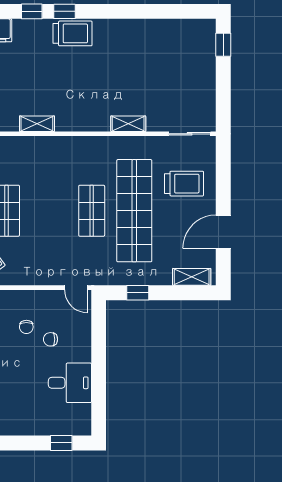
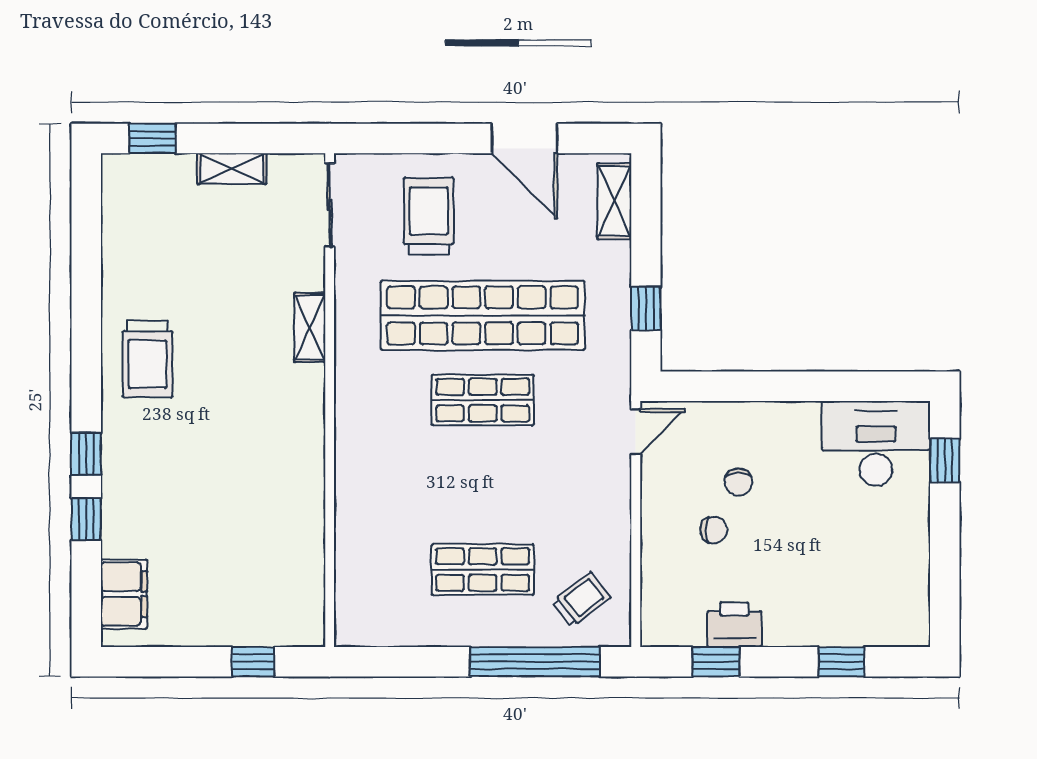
trolley: (73, 33) -> (148, 359), moved, turned 180
shelving: (37, 124) -> (232, 169), moved, turned 90
desk: (70, 383) -> (876, 443), moved, width x1.37

